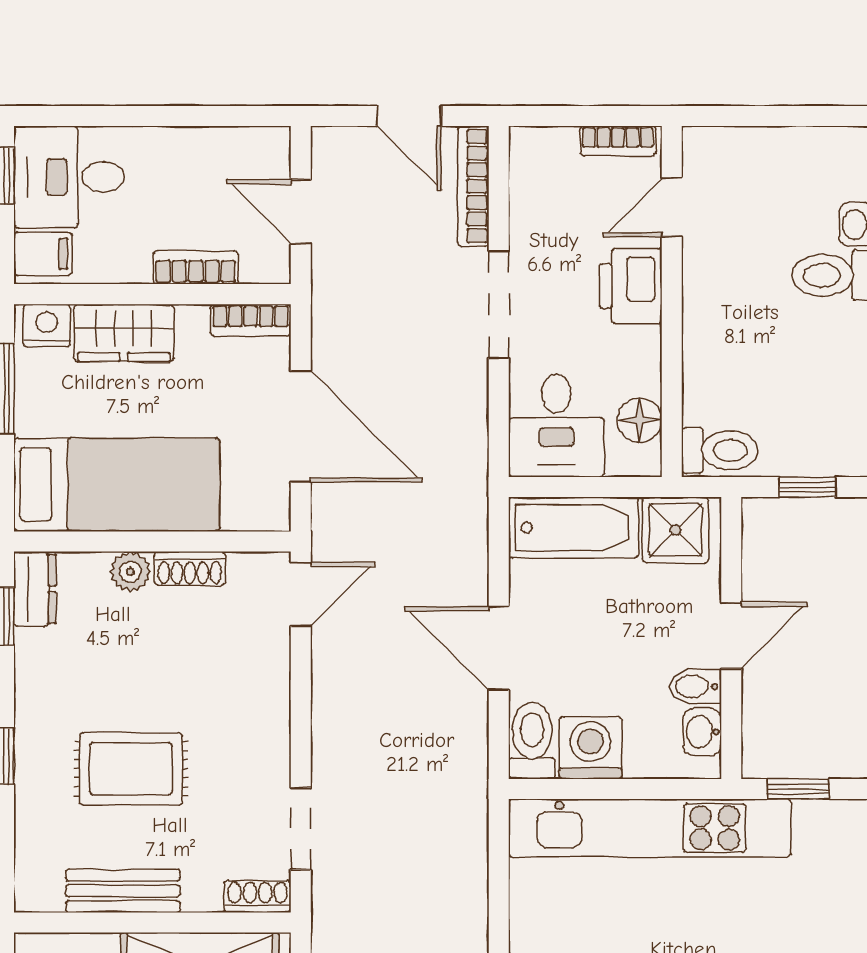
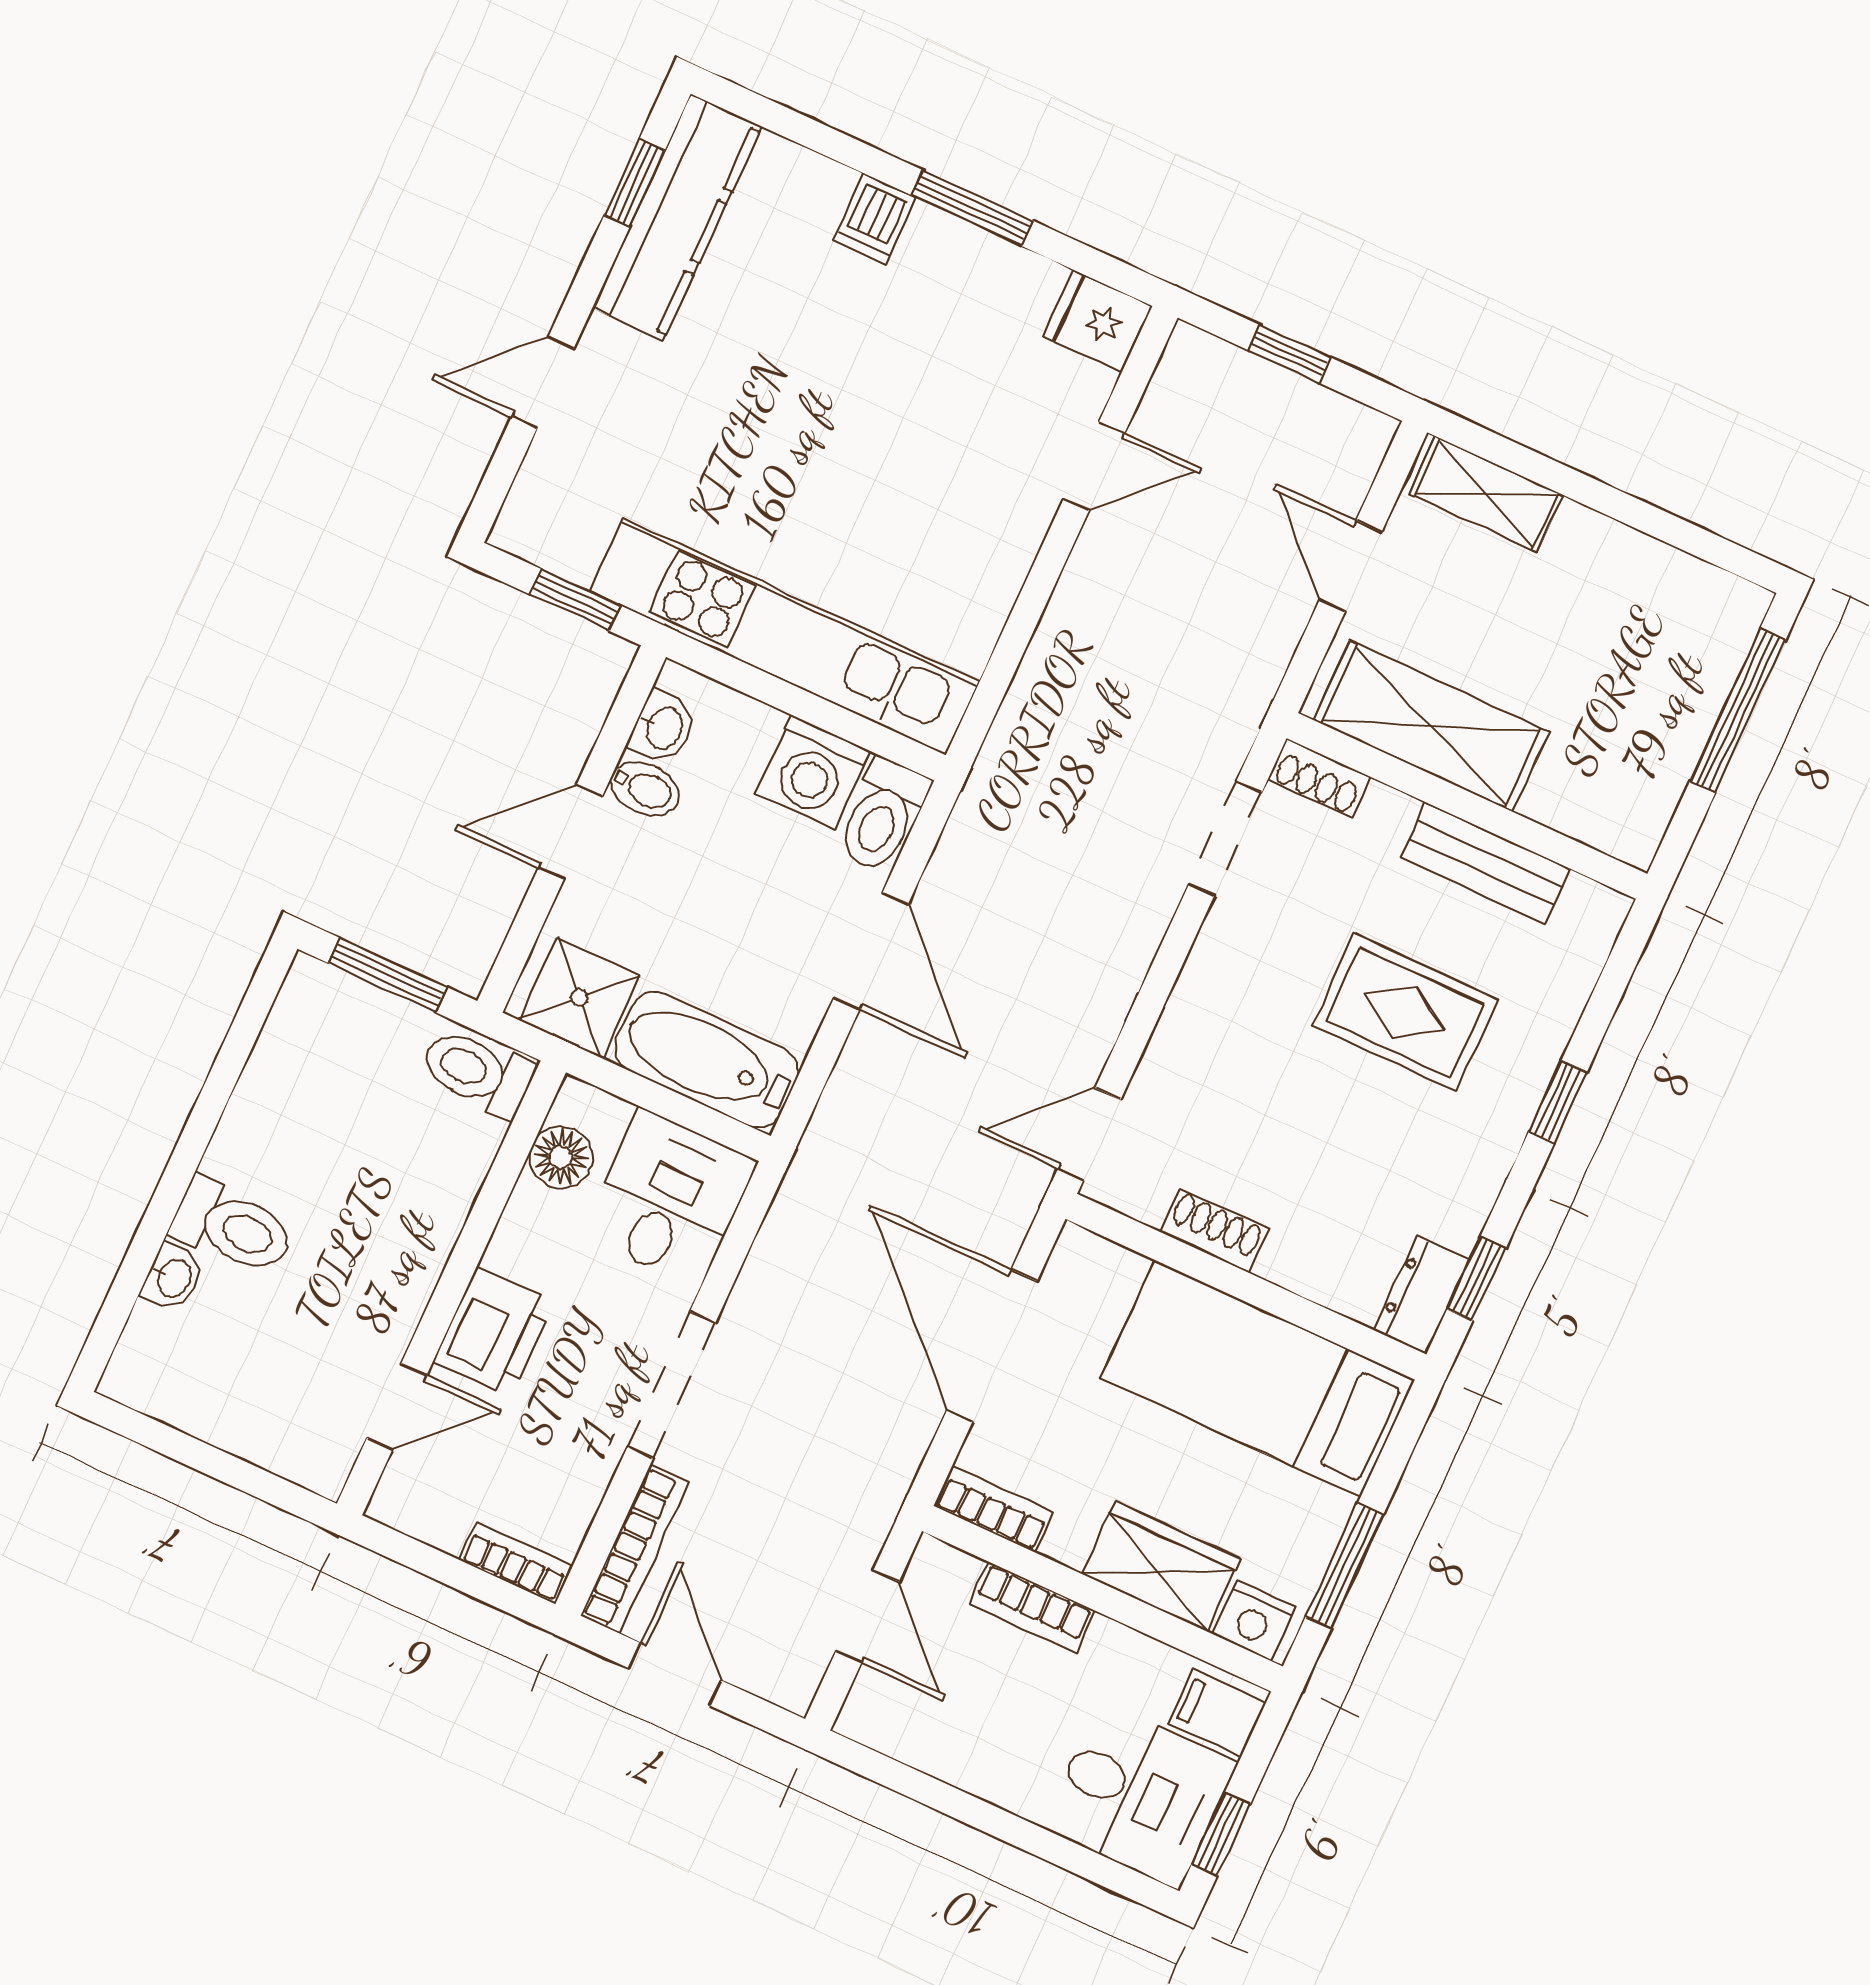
bookcase: (618, 141) -> (515, 1563), moved
window: (808, 487) -> (388, 975), width x1.50
plant: (130, 572) -> (1291, 1261), removed

